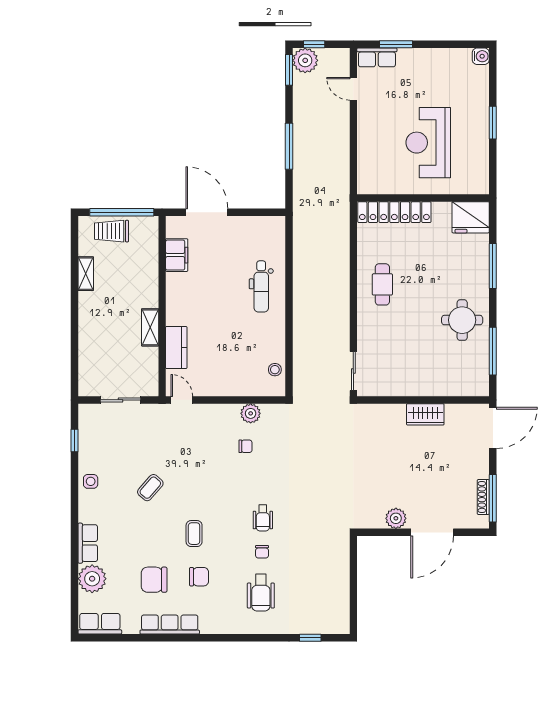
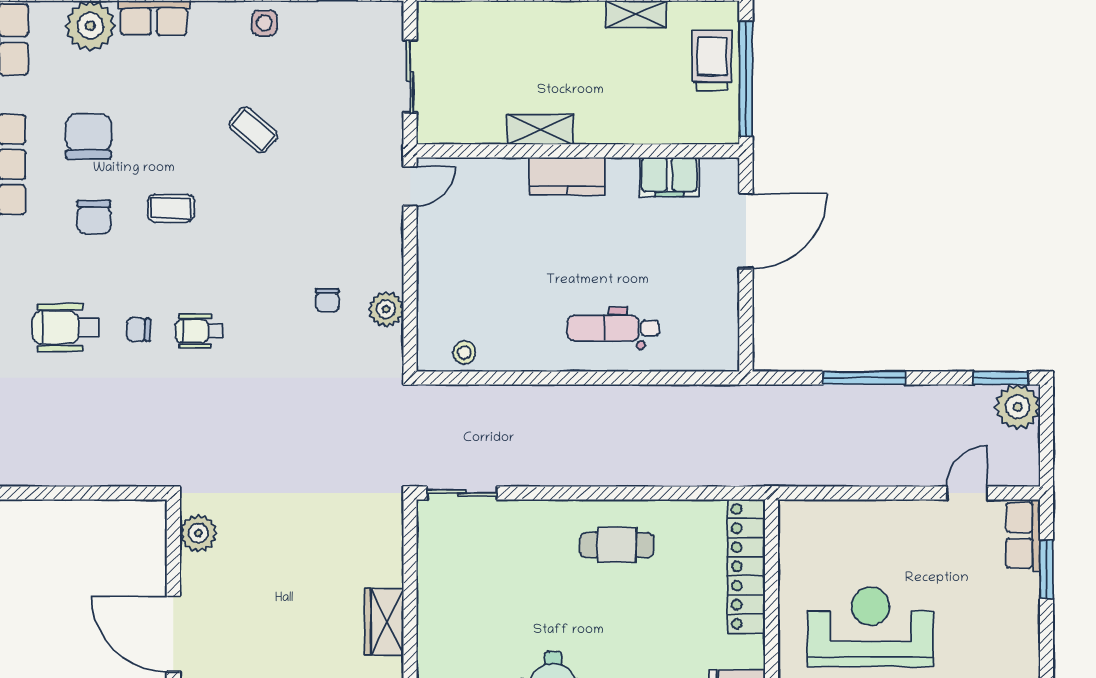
window: (314, 44) -> (1047, 423), removed
kitchen counter: (176, 347) -> (567, 176), moved
plant: (396, 518) -> (198, 533), moved

